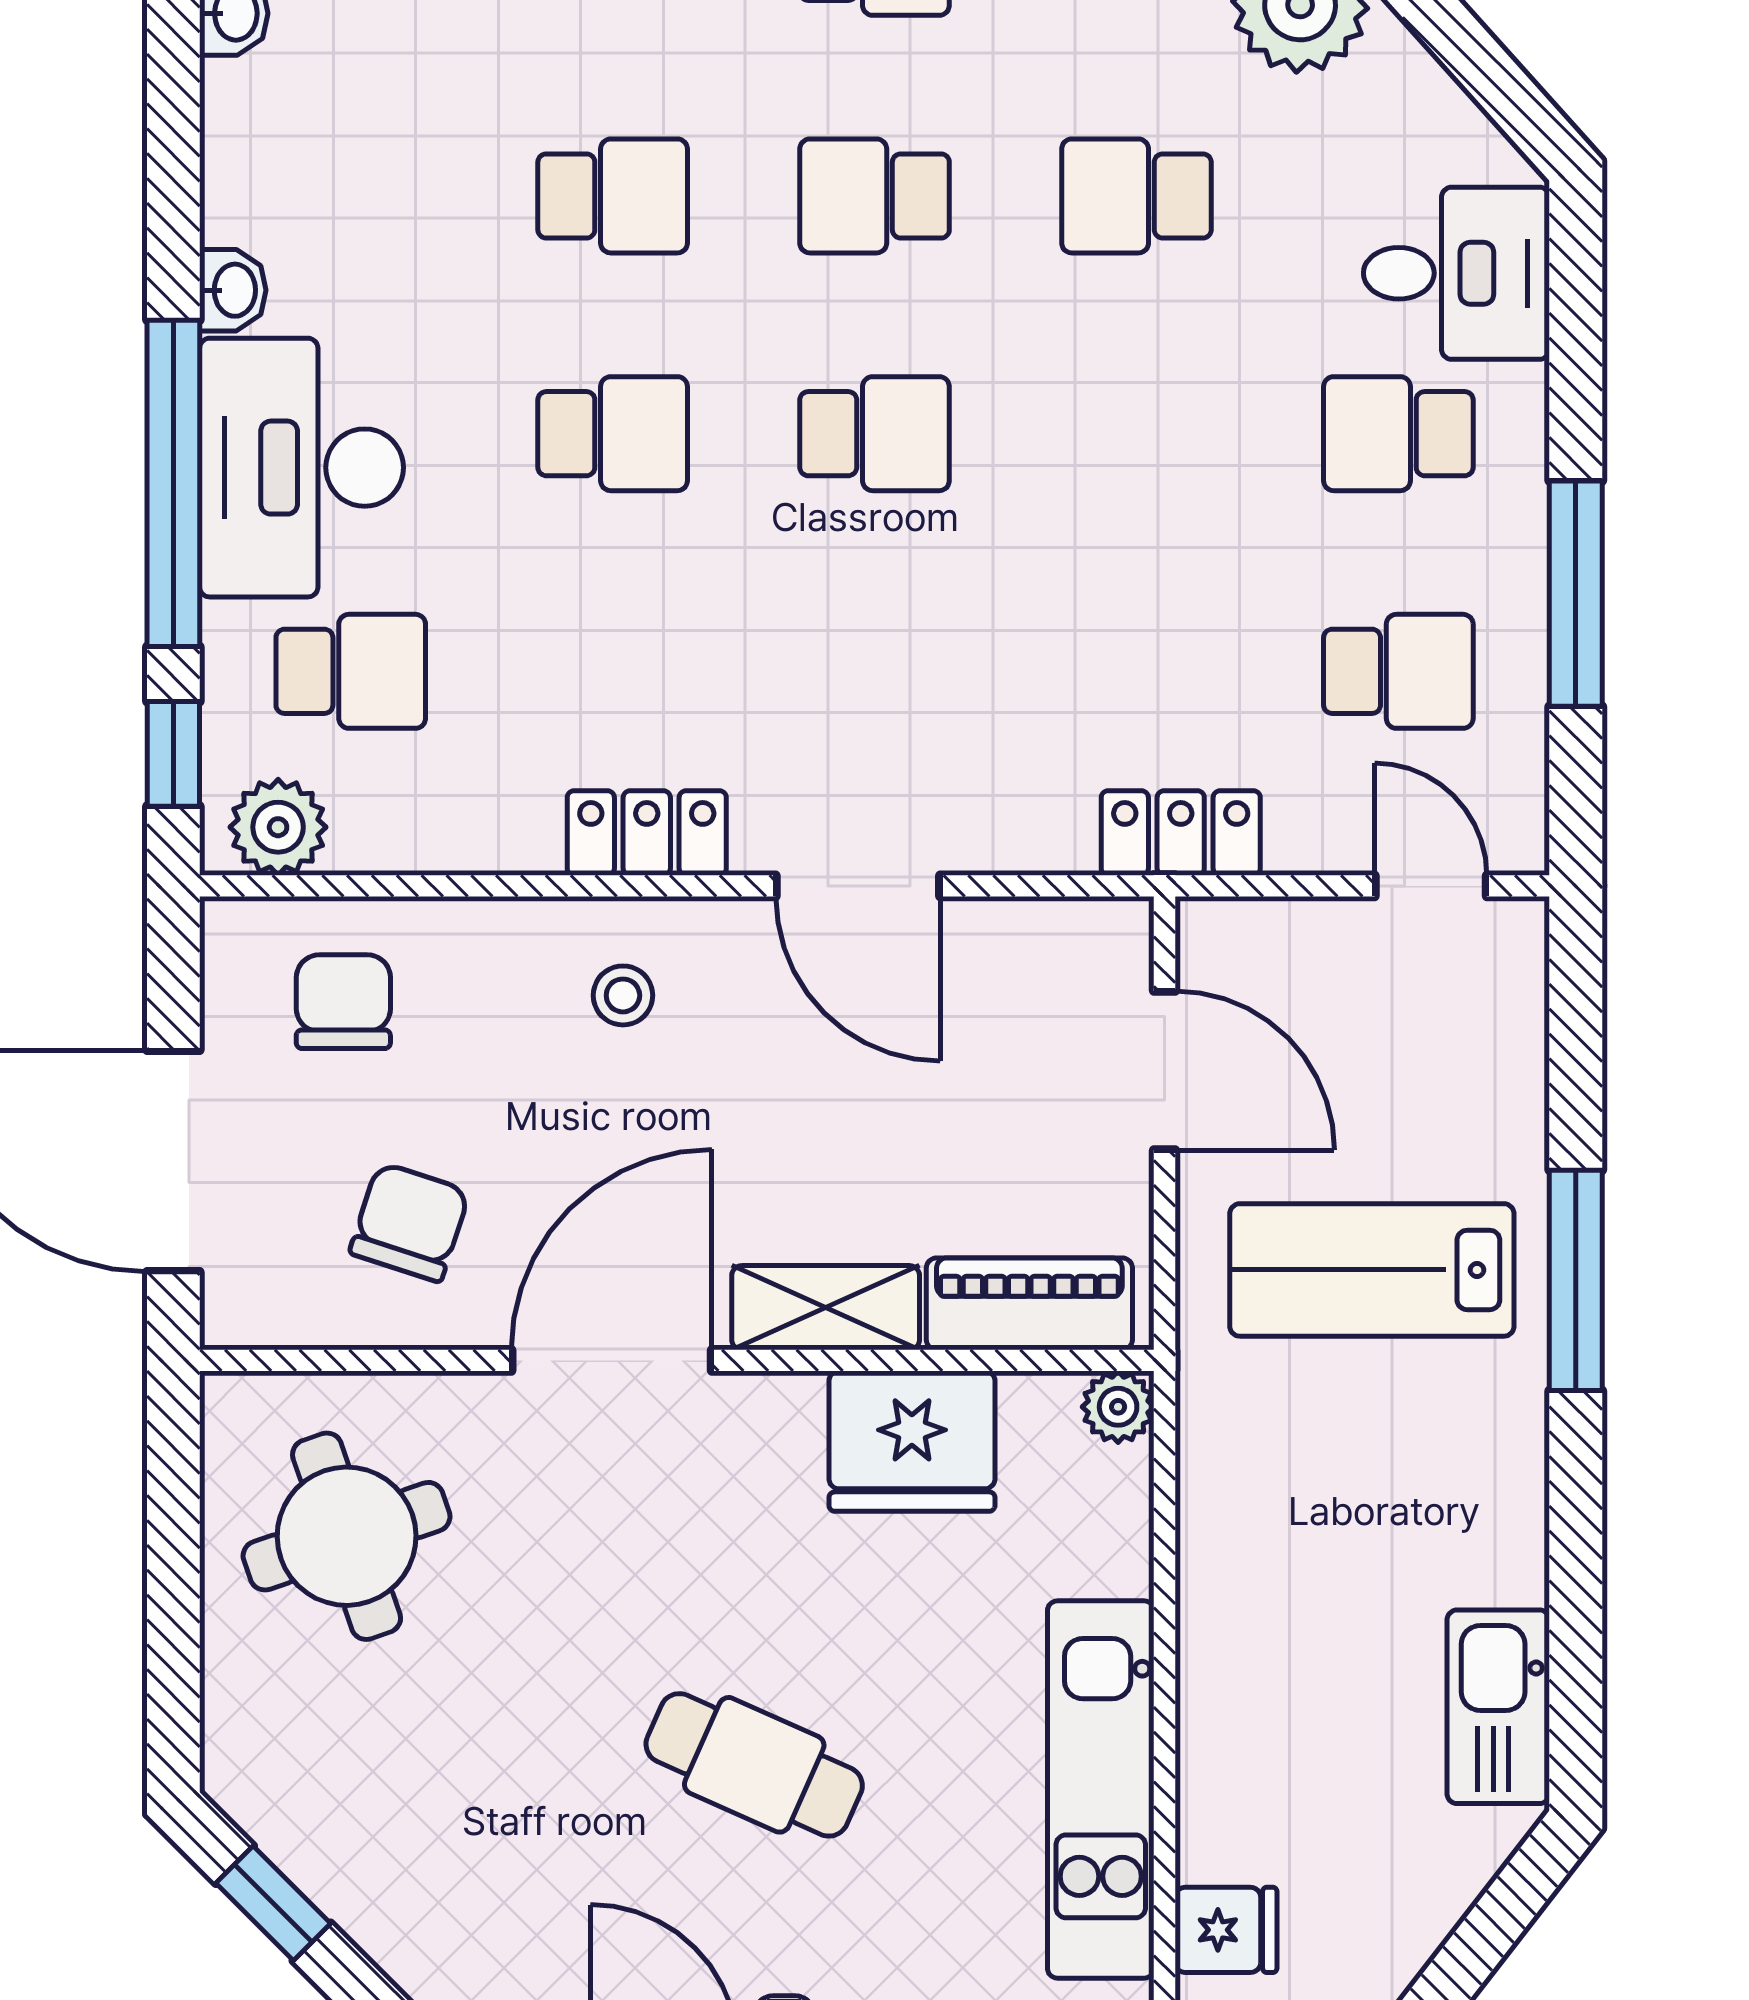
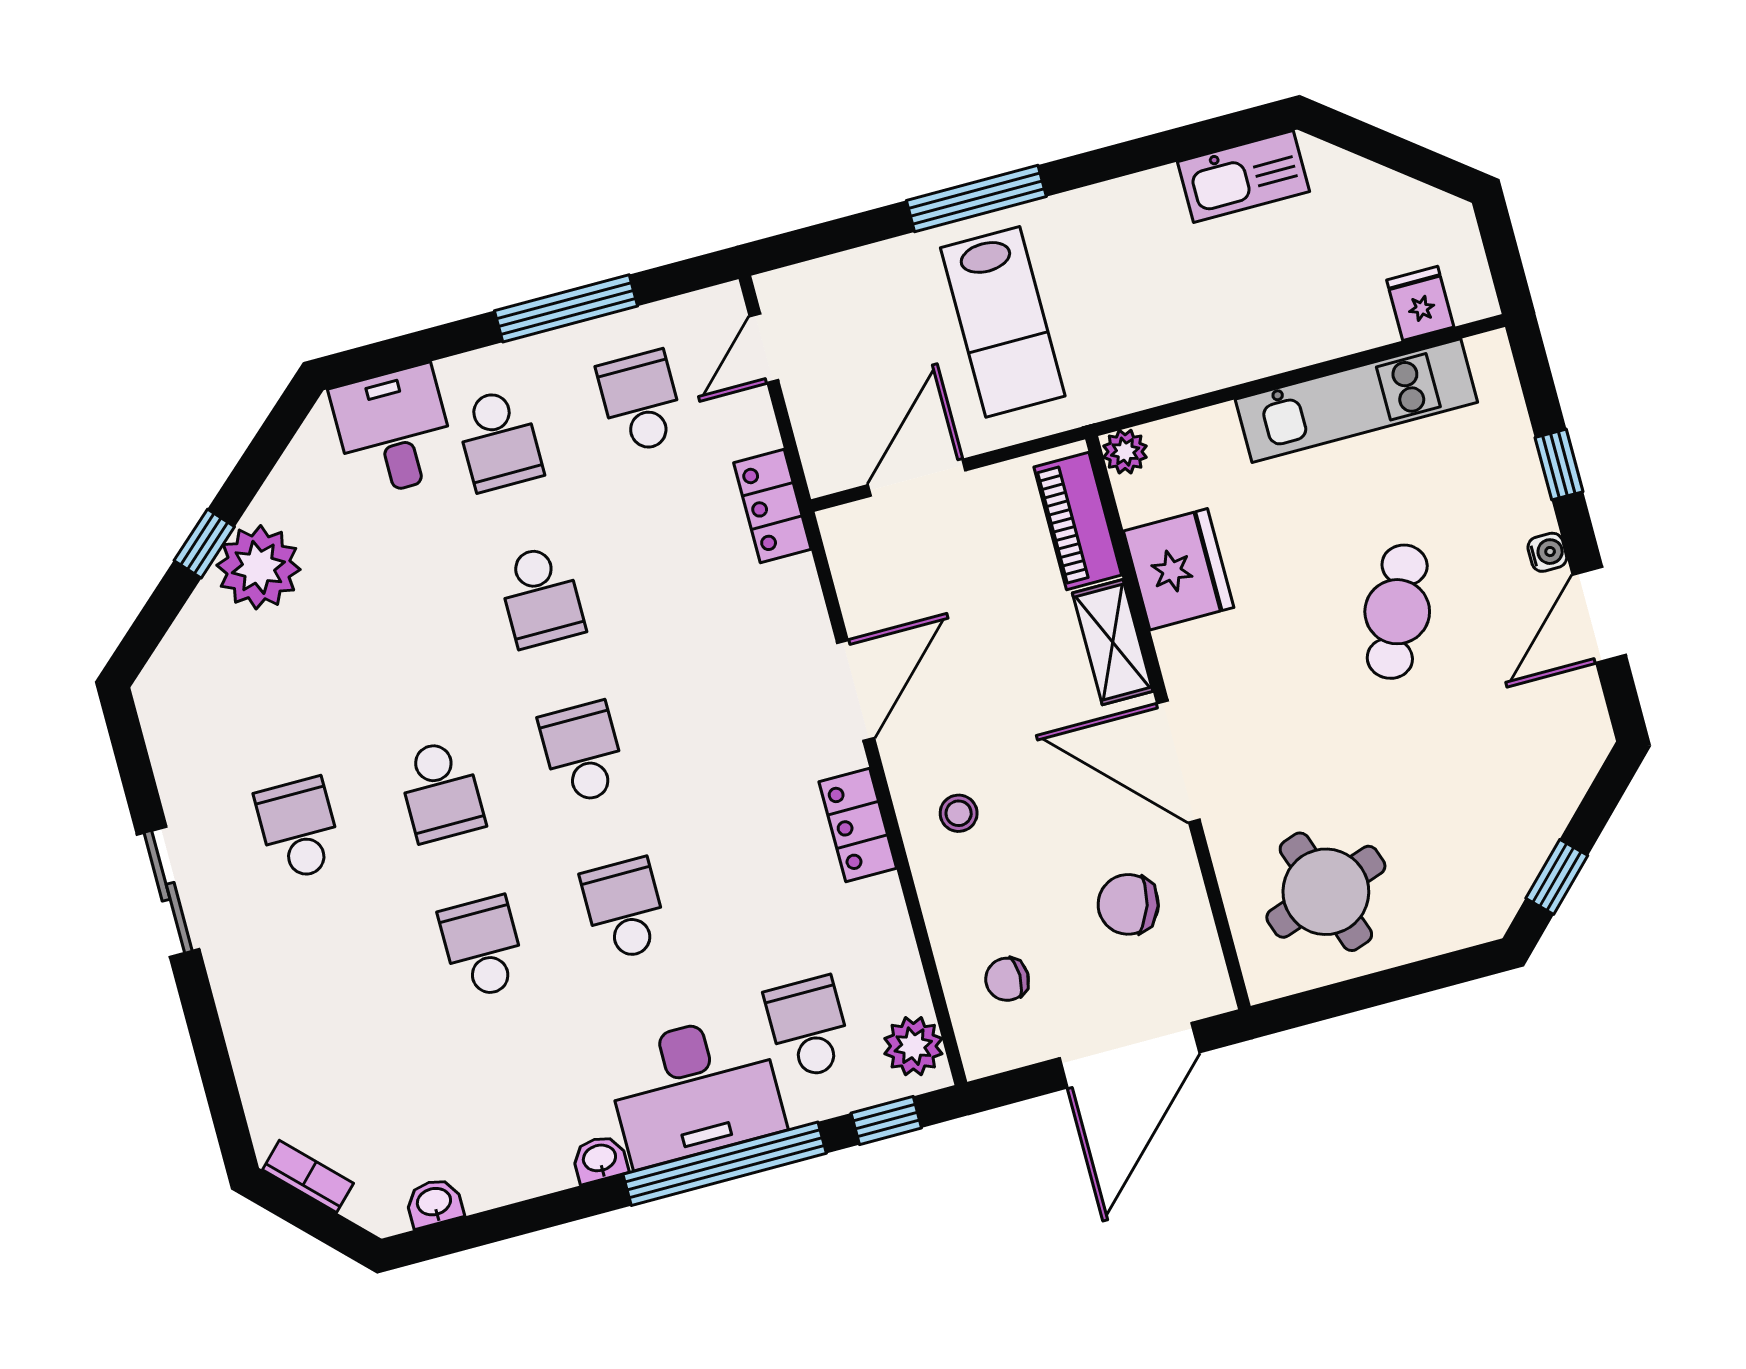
school desk: (1136, 196) -> (541, 596), moved
chair: (343, 1002) -> (1007, 979), width x0.73, depth x0.73

